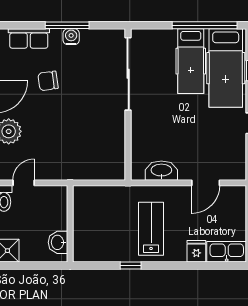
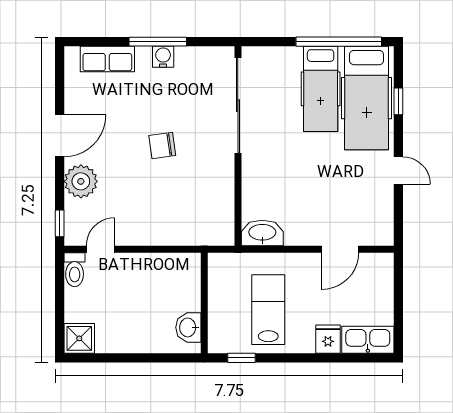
chair: (48, 81) -> (162, 145), moved
washbasin: (161, 171) -> (262, 233), moved
wall: (70, 224) -> (204, 303), moved
washbasin: (58, 242) -> (188, 327), moved

